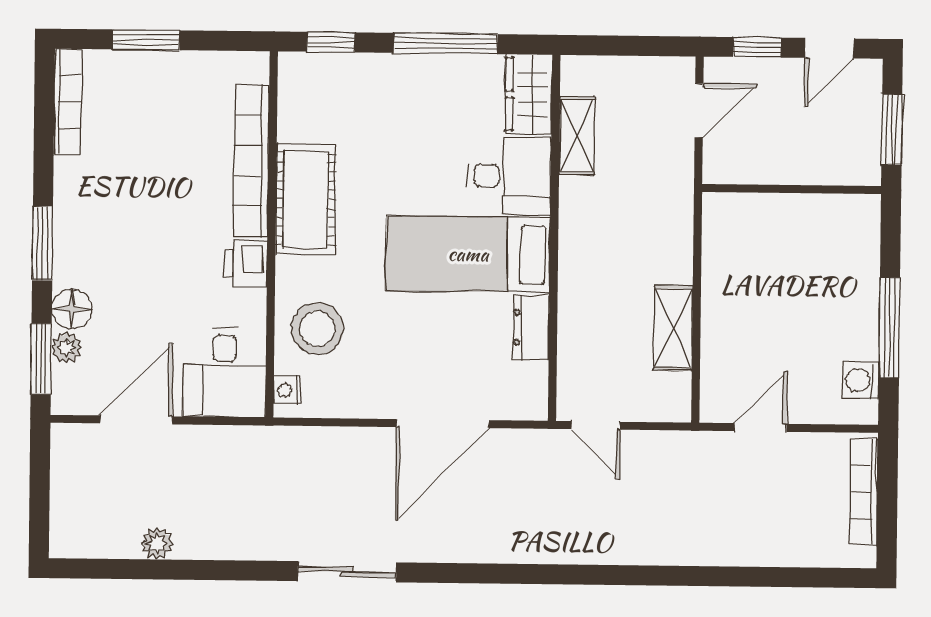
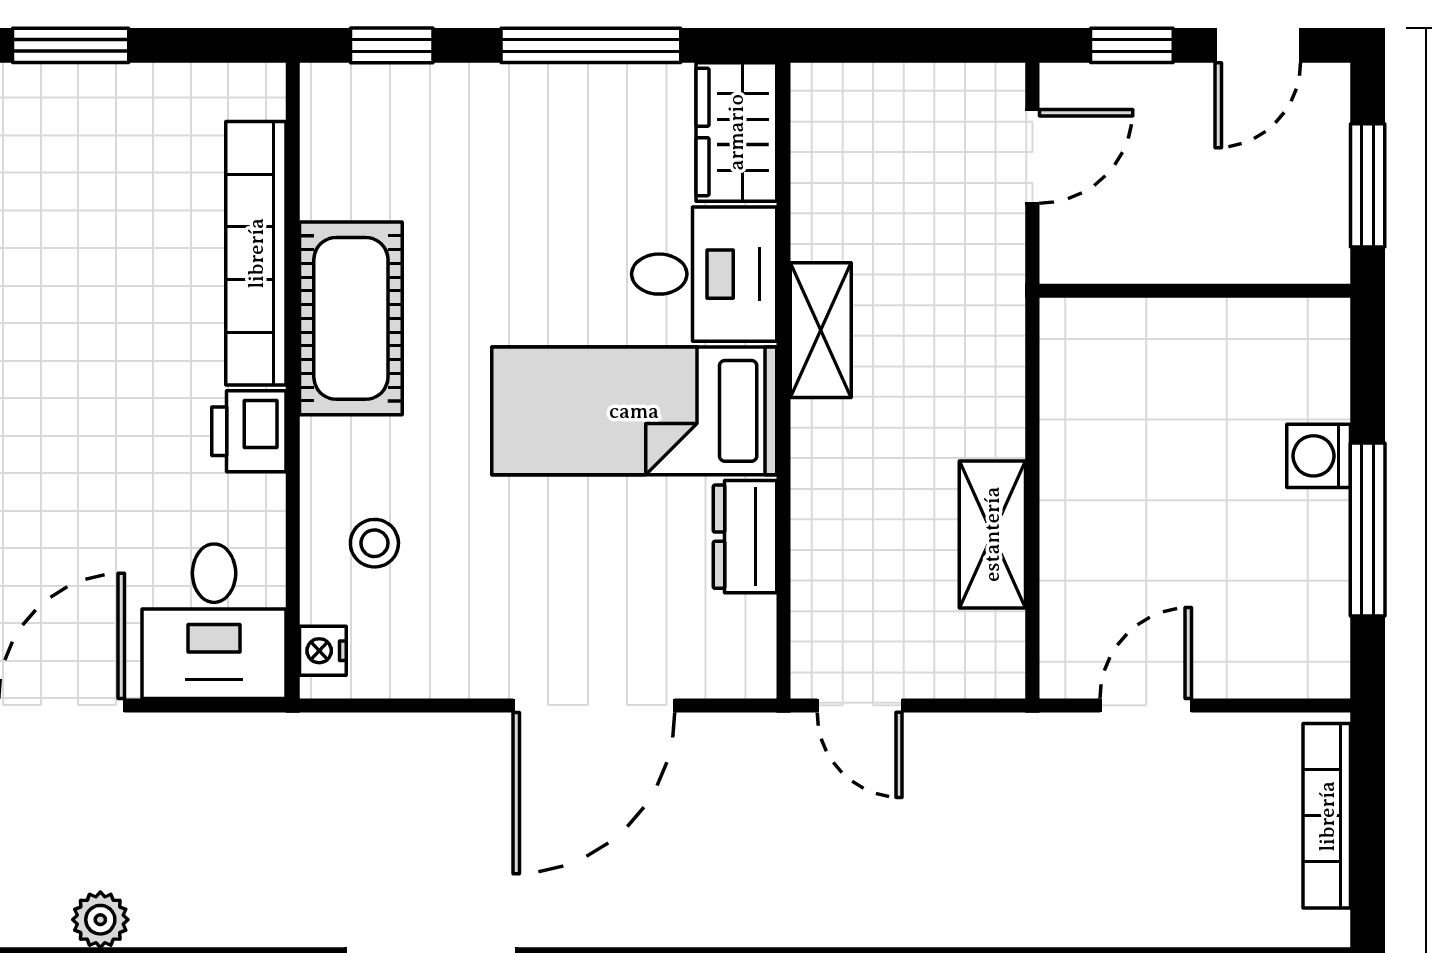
shelving: (577, 136) -> (821, 330), moved
stool: (317, 329) -> (374, 543), width x0.53, depth x0.53
washing machine: (860, 380) -> (1319, 456), moved

